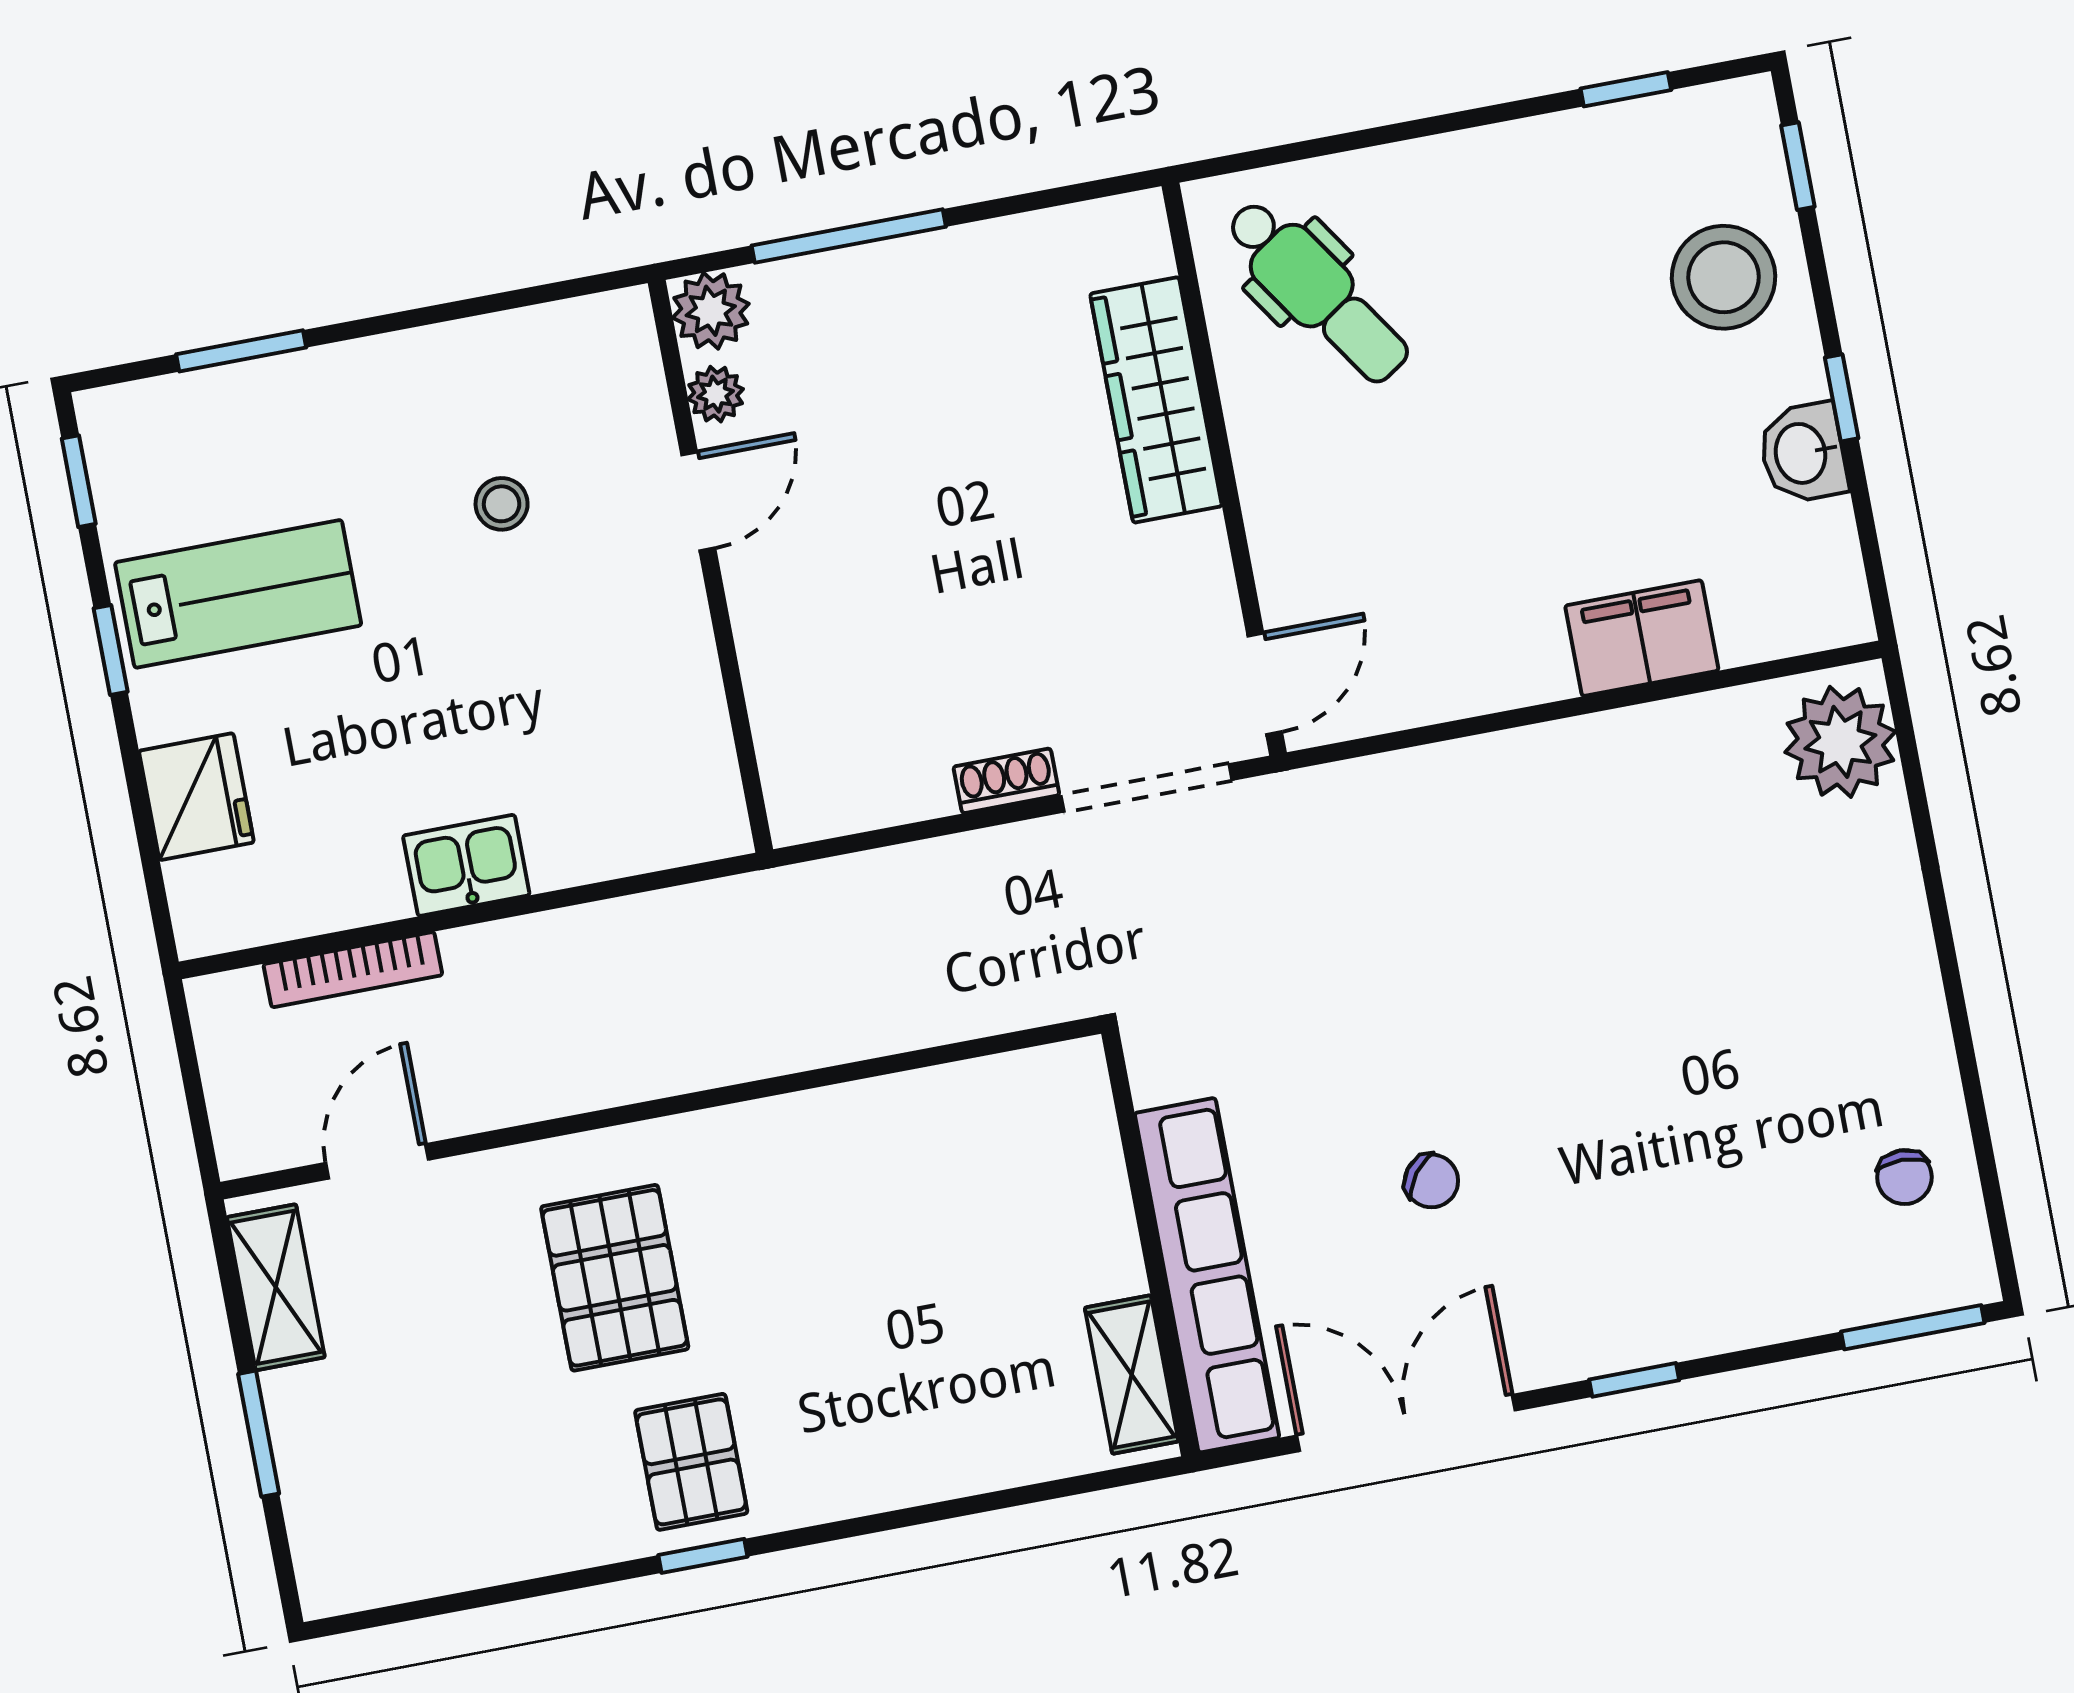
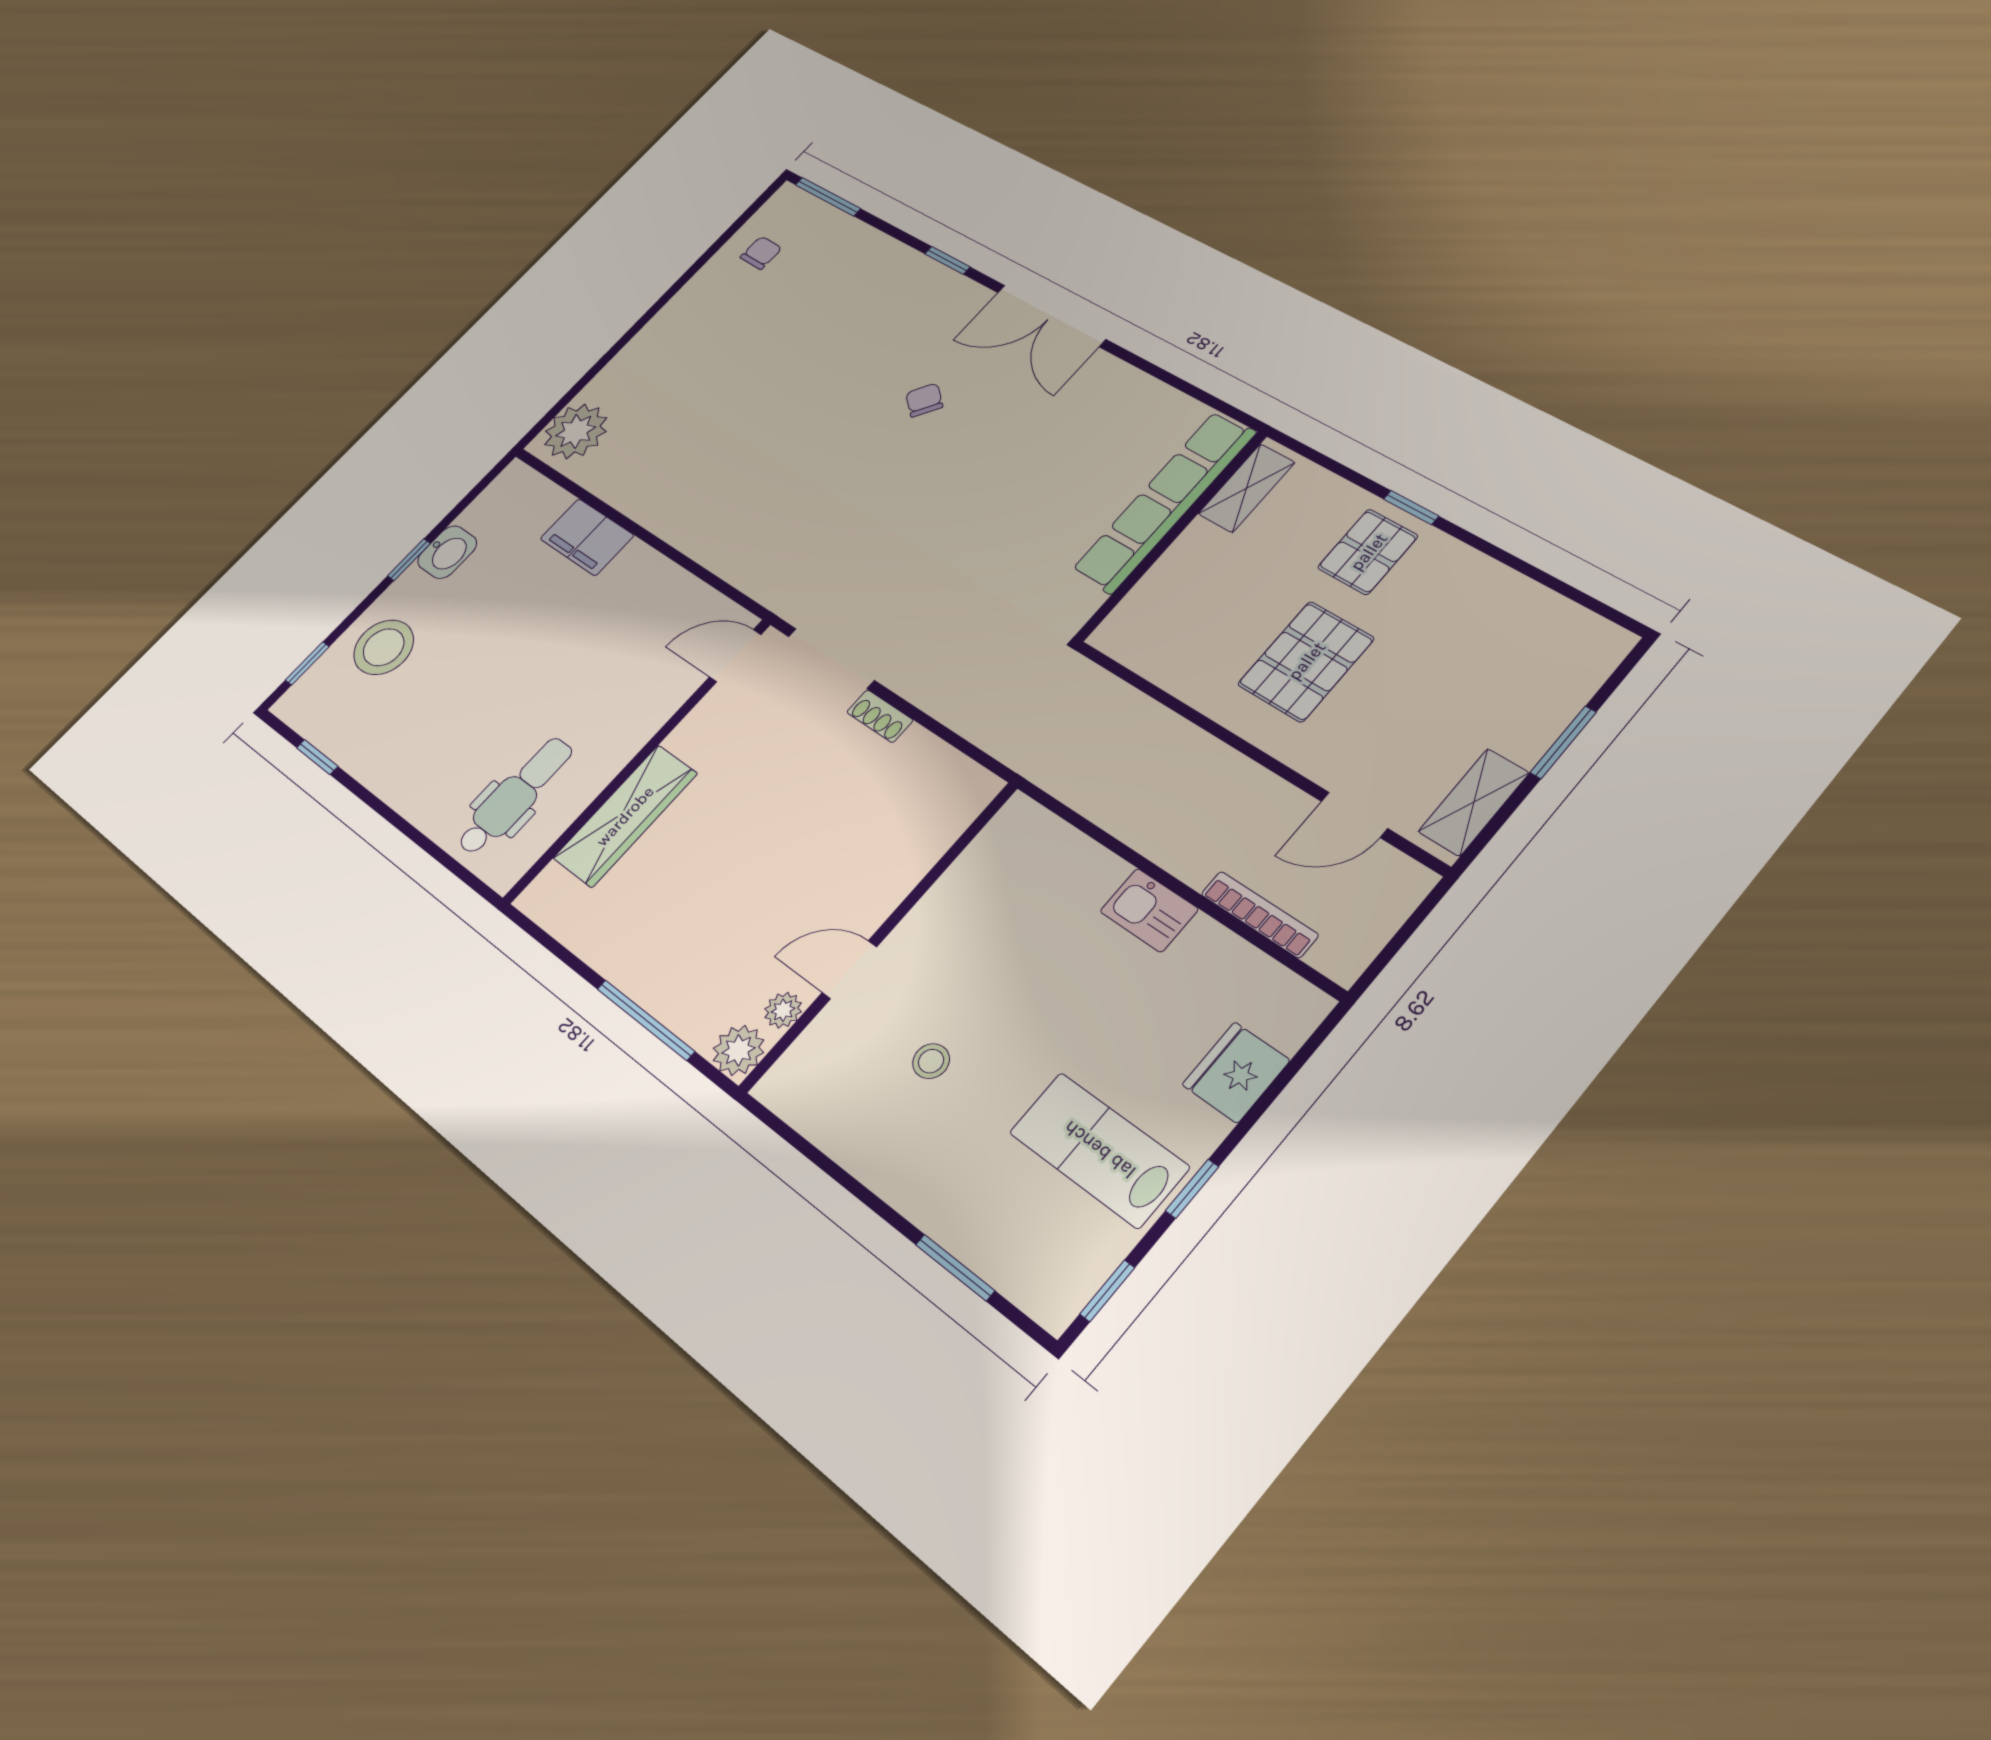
dental chair: (1317, 291) -> (515, 796), turned 34
wall: (1150, 1243) -> (1172, 535), moved
row of seats: (1207, 1275) -> (1164, 501), moved
shelving: (1132, 1375) -> (1247, 488), moved

